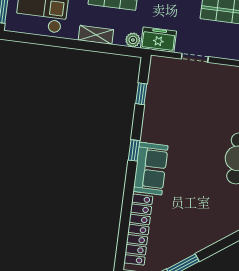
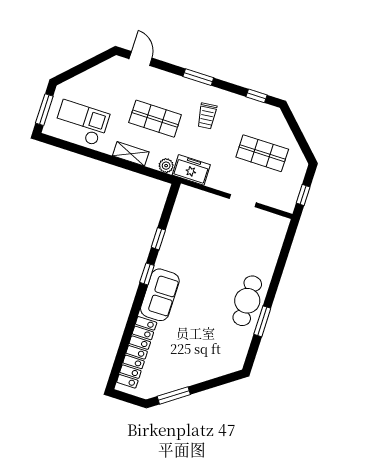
doorway: (195, 58) -> (243, 201), moved
window: (141, 94) -> (158, 239), moved

